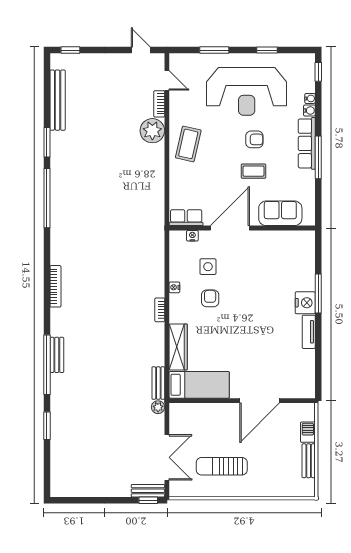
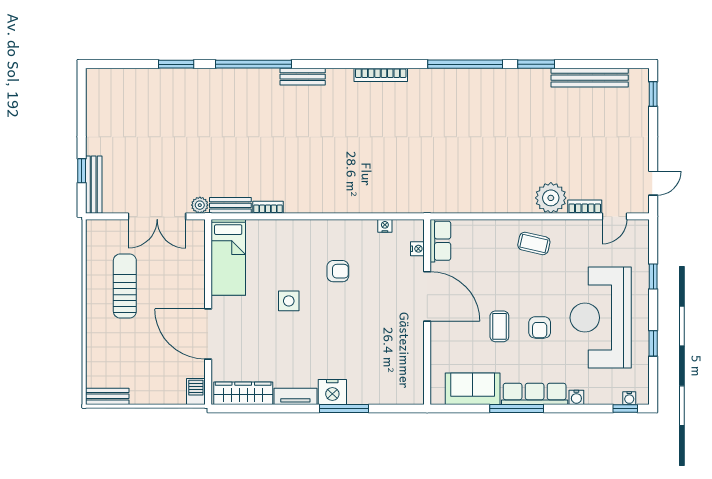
window: (214, 50) -> (653, 276), width x0.67
water cooler: (310, 98) -> (629, 398), moved
coffee table: (188, 144) -> (534, 243), width x0.73, depth x0.77
sofa: (280, 213) -> (473, 389), moved, turned -90
side table: (208, 267) -> (289, 301), moved
bookcase: (55, 286) -> (381, 75), moved
nightstand: (174, 287) -> (385, 226), moved
bookcase: (160, 310) -> (268, 207), moved
wardrobe: (178, 347) -> (243, 393), moved, turned 180
bench: (57, 355) -> (303, 77), moved
barbecue: (308, 432) -> (196, 392), moved, turned -90
double door: (167, 457) -> (157, 216), moved
bench: (309, 461) -> (107, 396), moved
bench: (148, 491) -> (94, 185), width x1.36
window: (148, 500) -> (82, 171), moved

